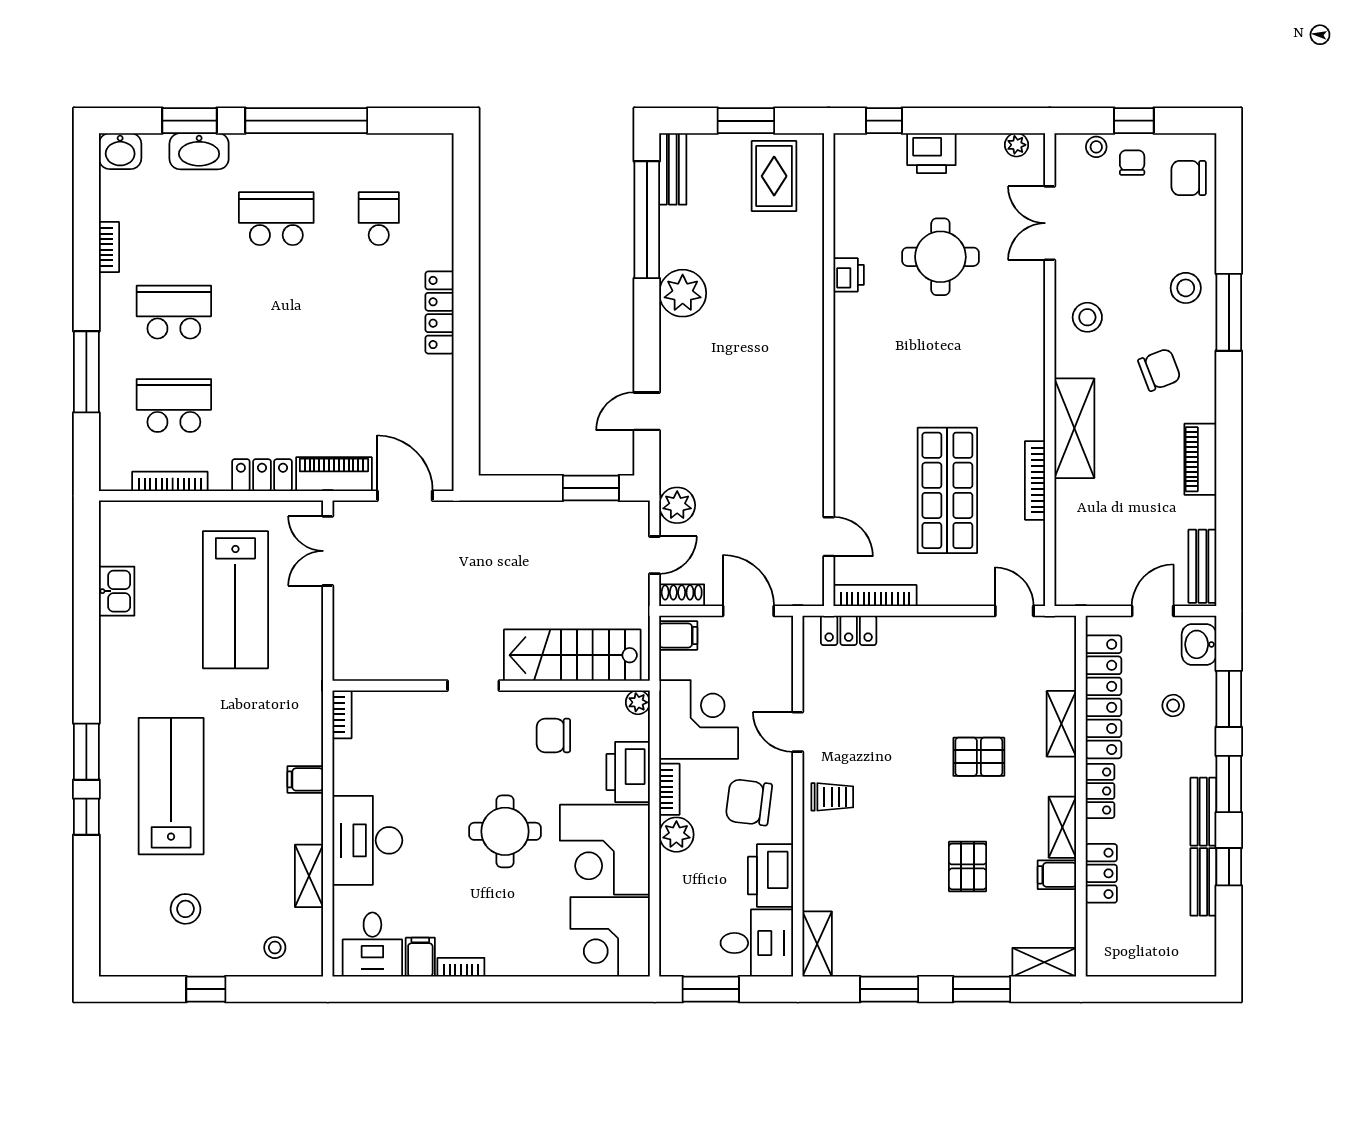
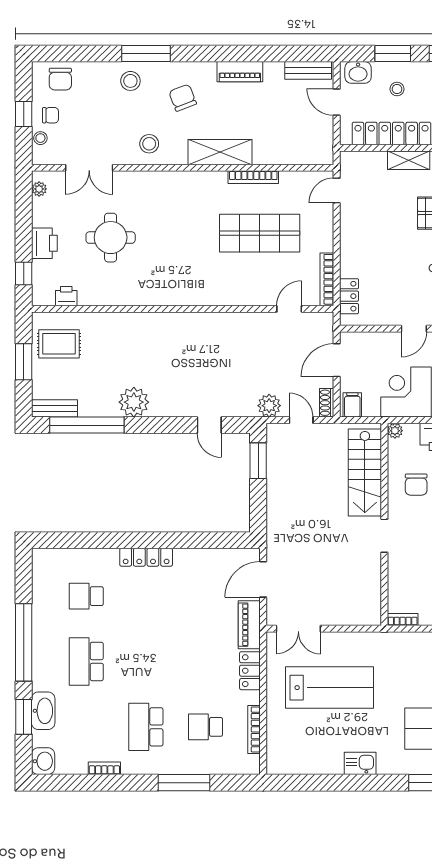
chair: (1132, 163) -> (50, 115), turned 180
printer: (849, 275) -> (66, 296), moved
school desk: (174, 406) -> (206, 727), width x0.54
kitchen sink: (117, 591) -> (360, 763), moved

